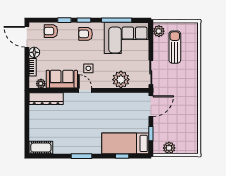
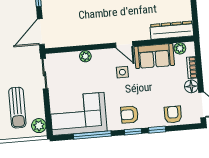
armchair: (51, 31) -> (173, 115), turned -90
armchair: (85, 34) -> (130, 115), turned 180
plant: (121, 80) -> (85, 56), width x0.53, depth x0.53

